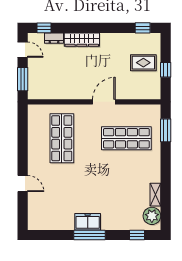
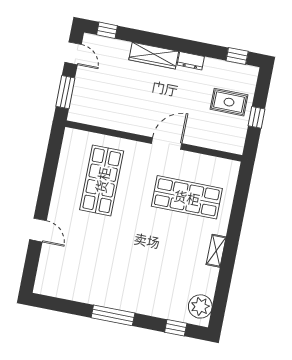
dresser: (54, 38) -> (191, 61), moved
window: (166, 130) -> (241, 197), removed
shelving: (155, 195) -> (216, 251), moved
freezer: (88, 222) -> (114, 297), removed

